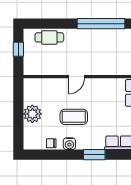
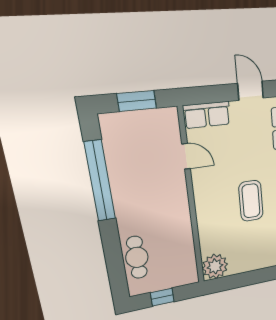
door: (76, 77) -> (186, 156), moved
plant: (32, 114) -> (215, 266), moved

